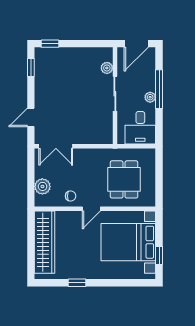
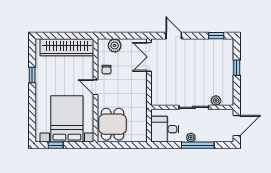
window: (50, 44) -> (237, 68), moved
door: (136, 44) -> (237, 126), swing flipped
dining table: (124, 179) -> (112, 124), moved, turned 90

